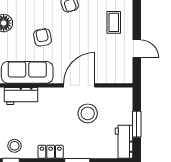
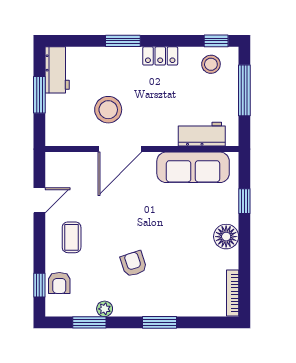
armchair: (42, 37) -> (172, 216), removed
door: (137, 49) -> (39, 200), swing flipped

